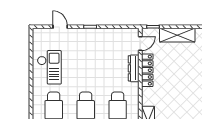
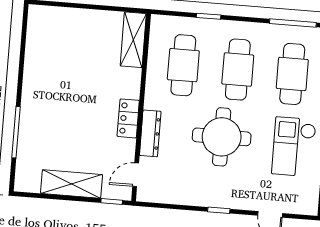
round table: (92, 70) -> (222, 137), added
locker: (147, 70) -> (128, 118), width x0.66

